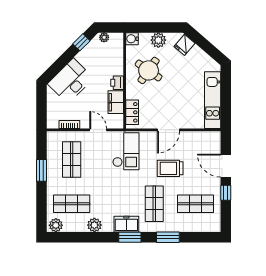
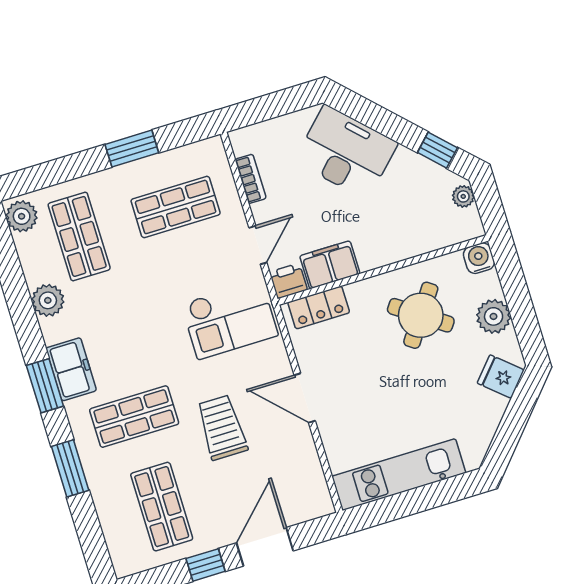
printer: (117, 83) -> (288, 281), moved

